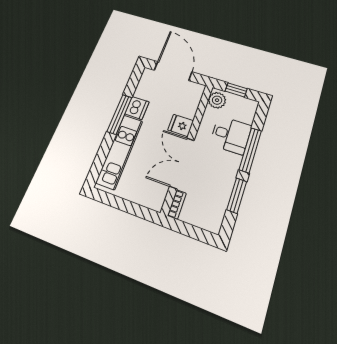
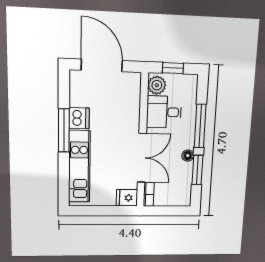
fridge: (181, 125) -> (127, 198), moved
desk: (231, 135) -> (164, 112), moved, turned 180
double door: (182, 163) -> (142, 158), swing flipped
floor lamp: (230, 176) -> (188, 156), added

